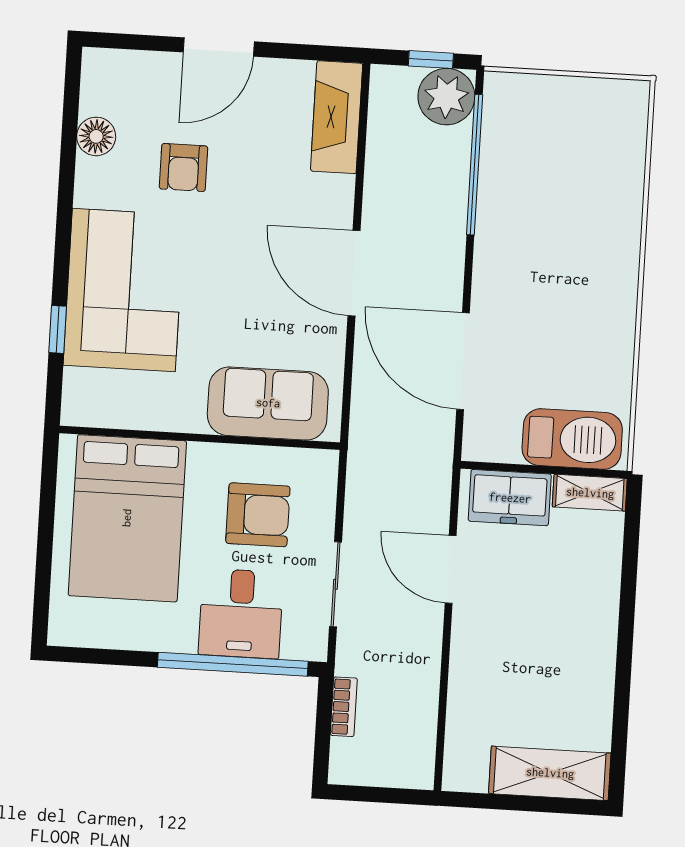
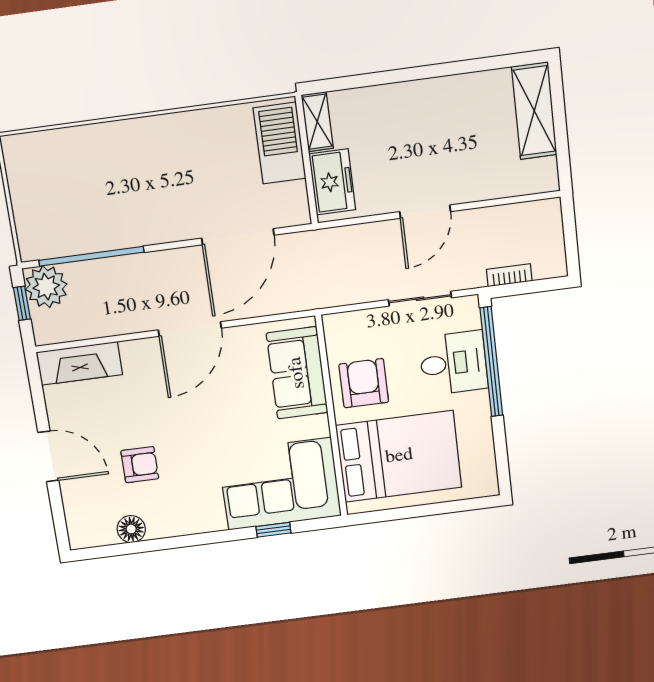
corner sofa: (124, 290) -> (280, 484), moved
armchair: (258, 515) -> (364, 383), moved
door: (451, 569) -> (425, 212), moved

